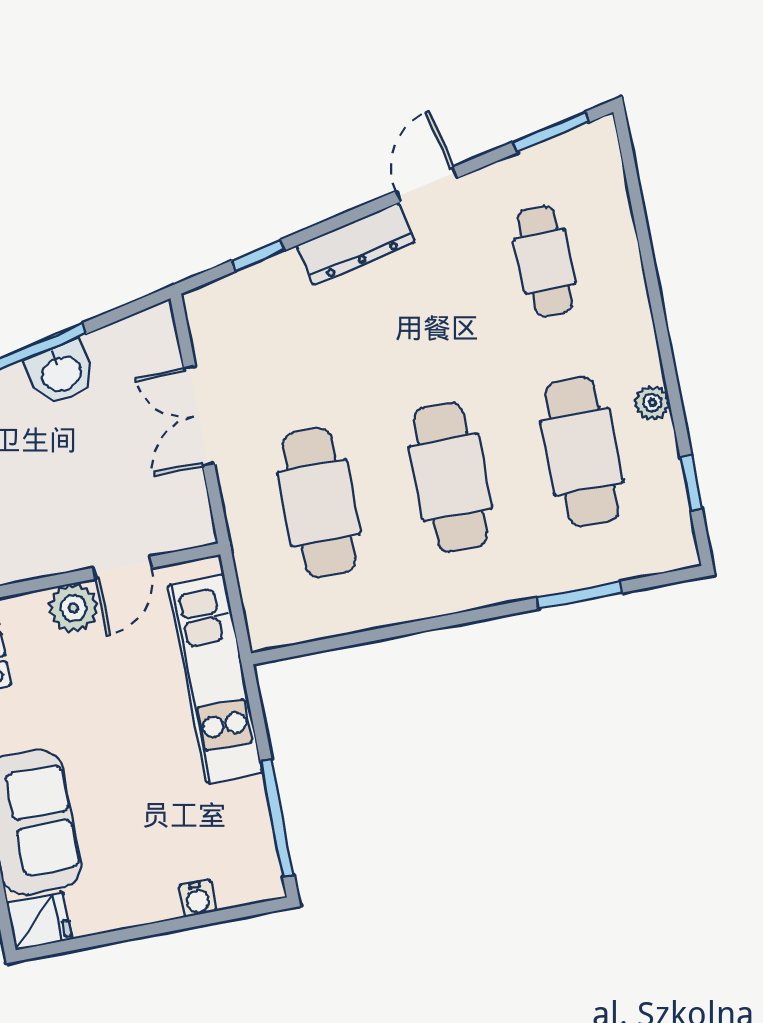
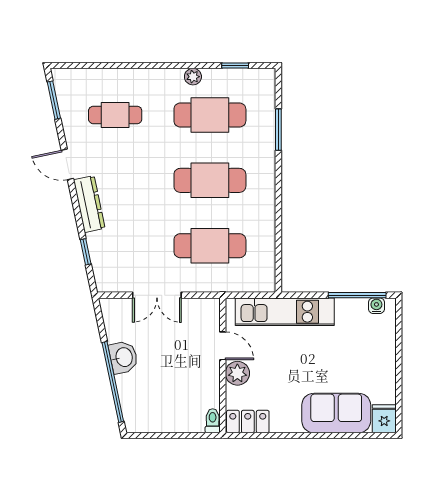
water cooler: (197, 899) -> (376, 306), moved, turned -90

